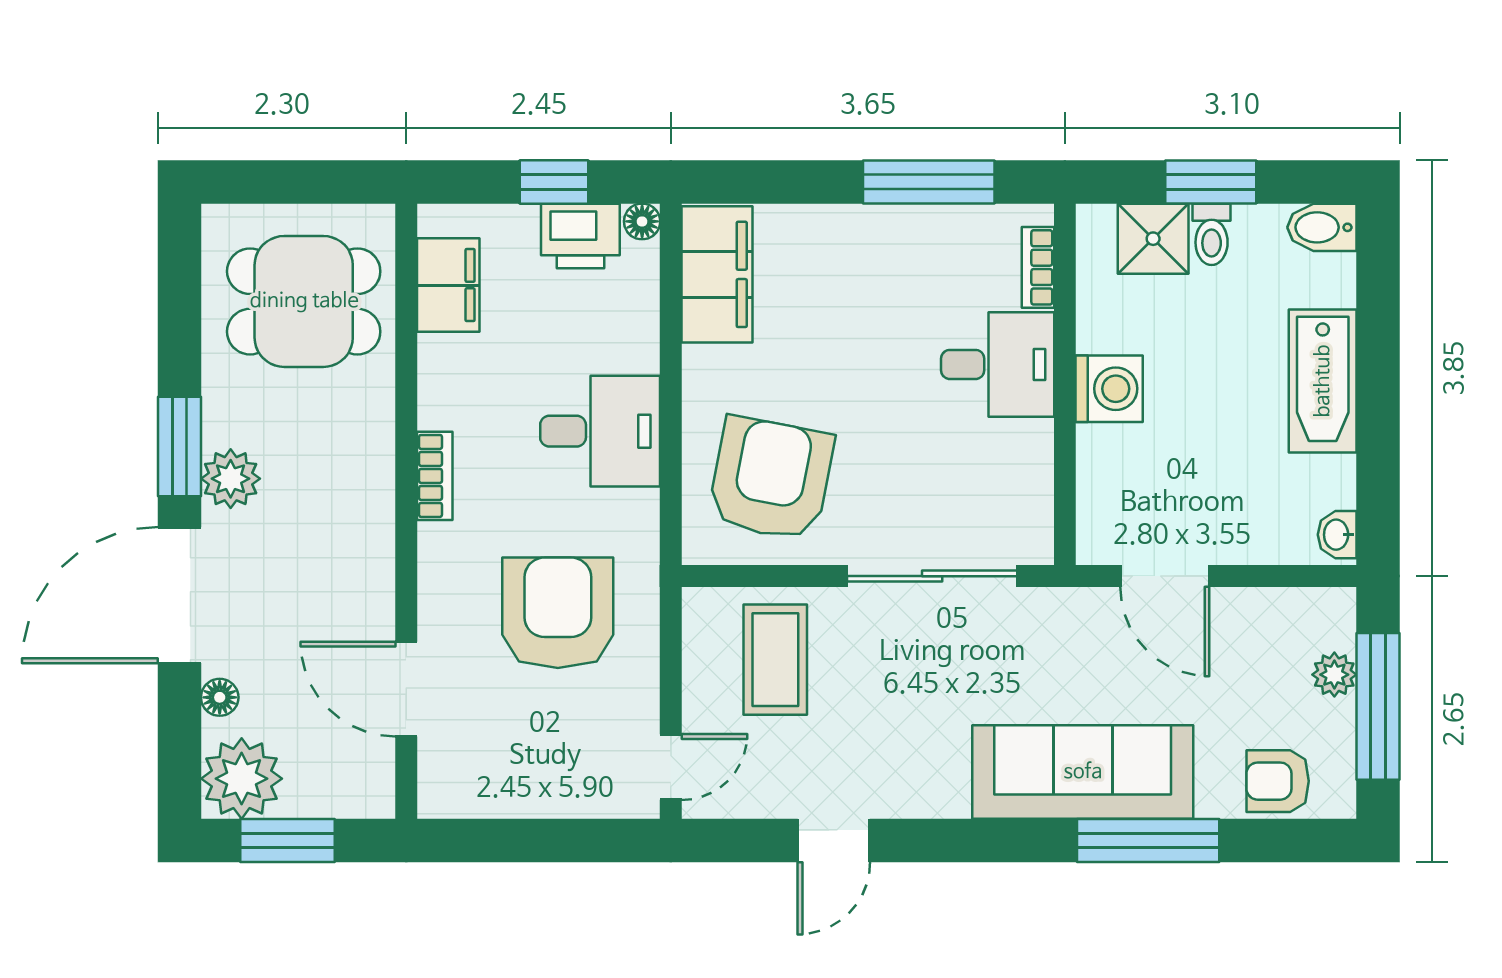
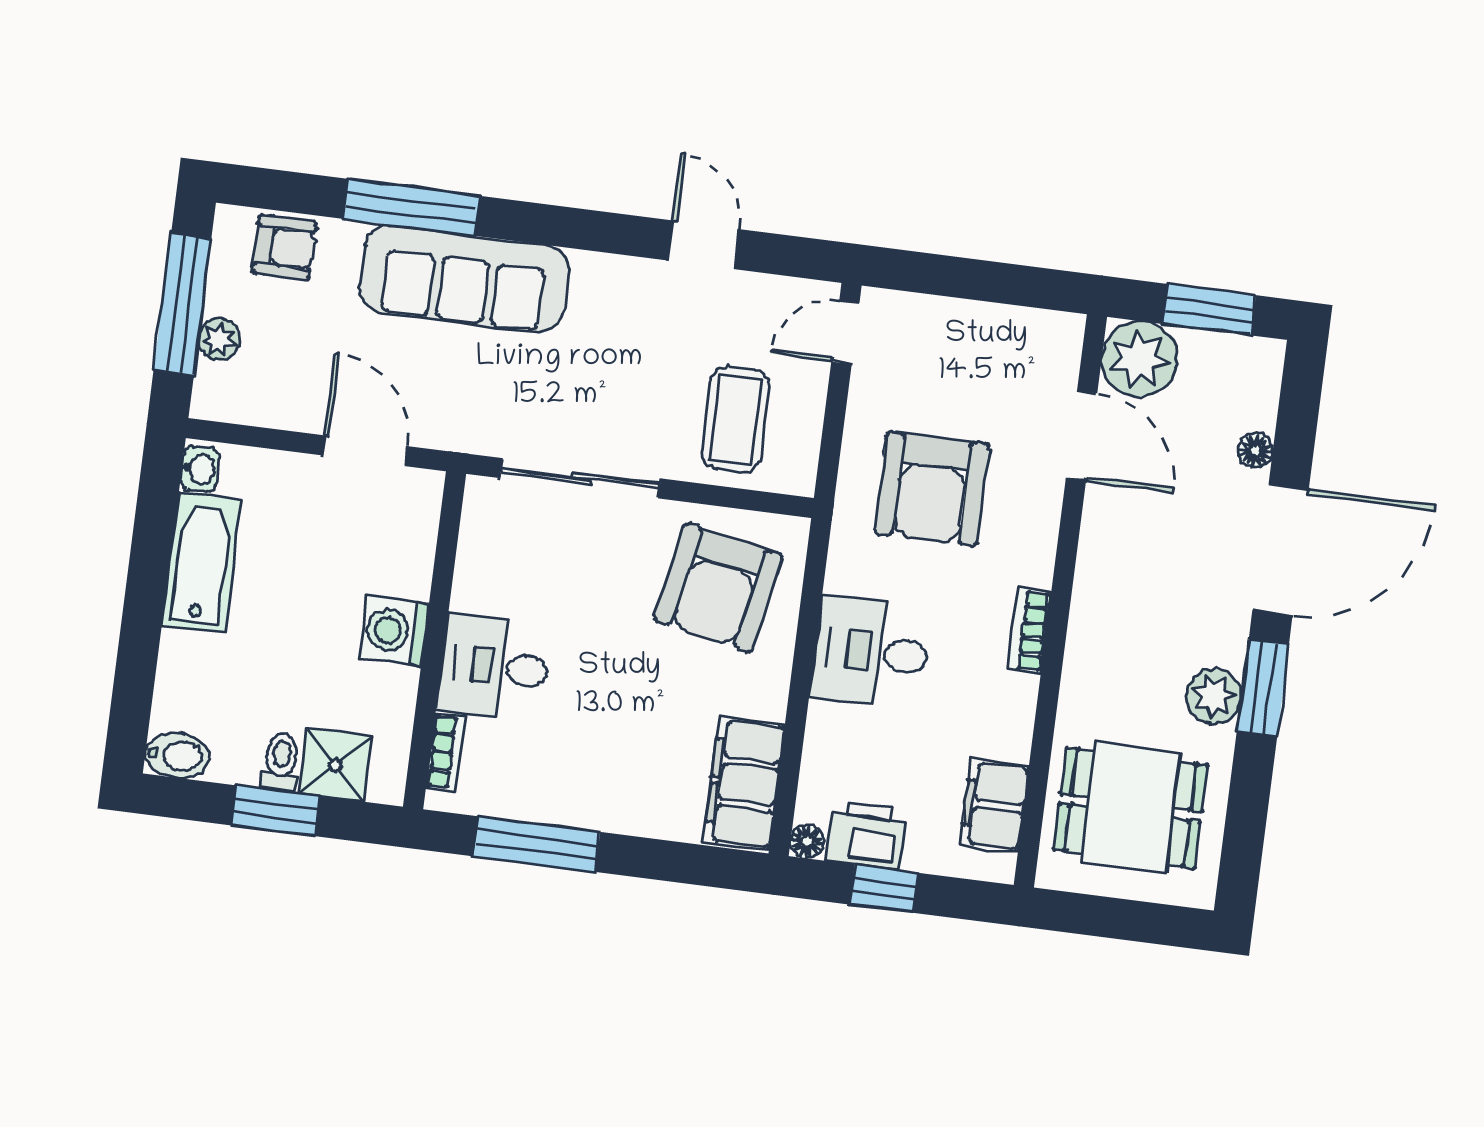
bathtub: (1323, 381) -> (202, 563), moved
plant: (231, 479) -> (1214, 696), moved
plant: (242, 779) -> (1140, 359), moved
door: (834, 841) -> (703, 245), hinge flipped

